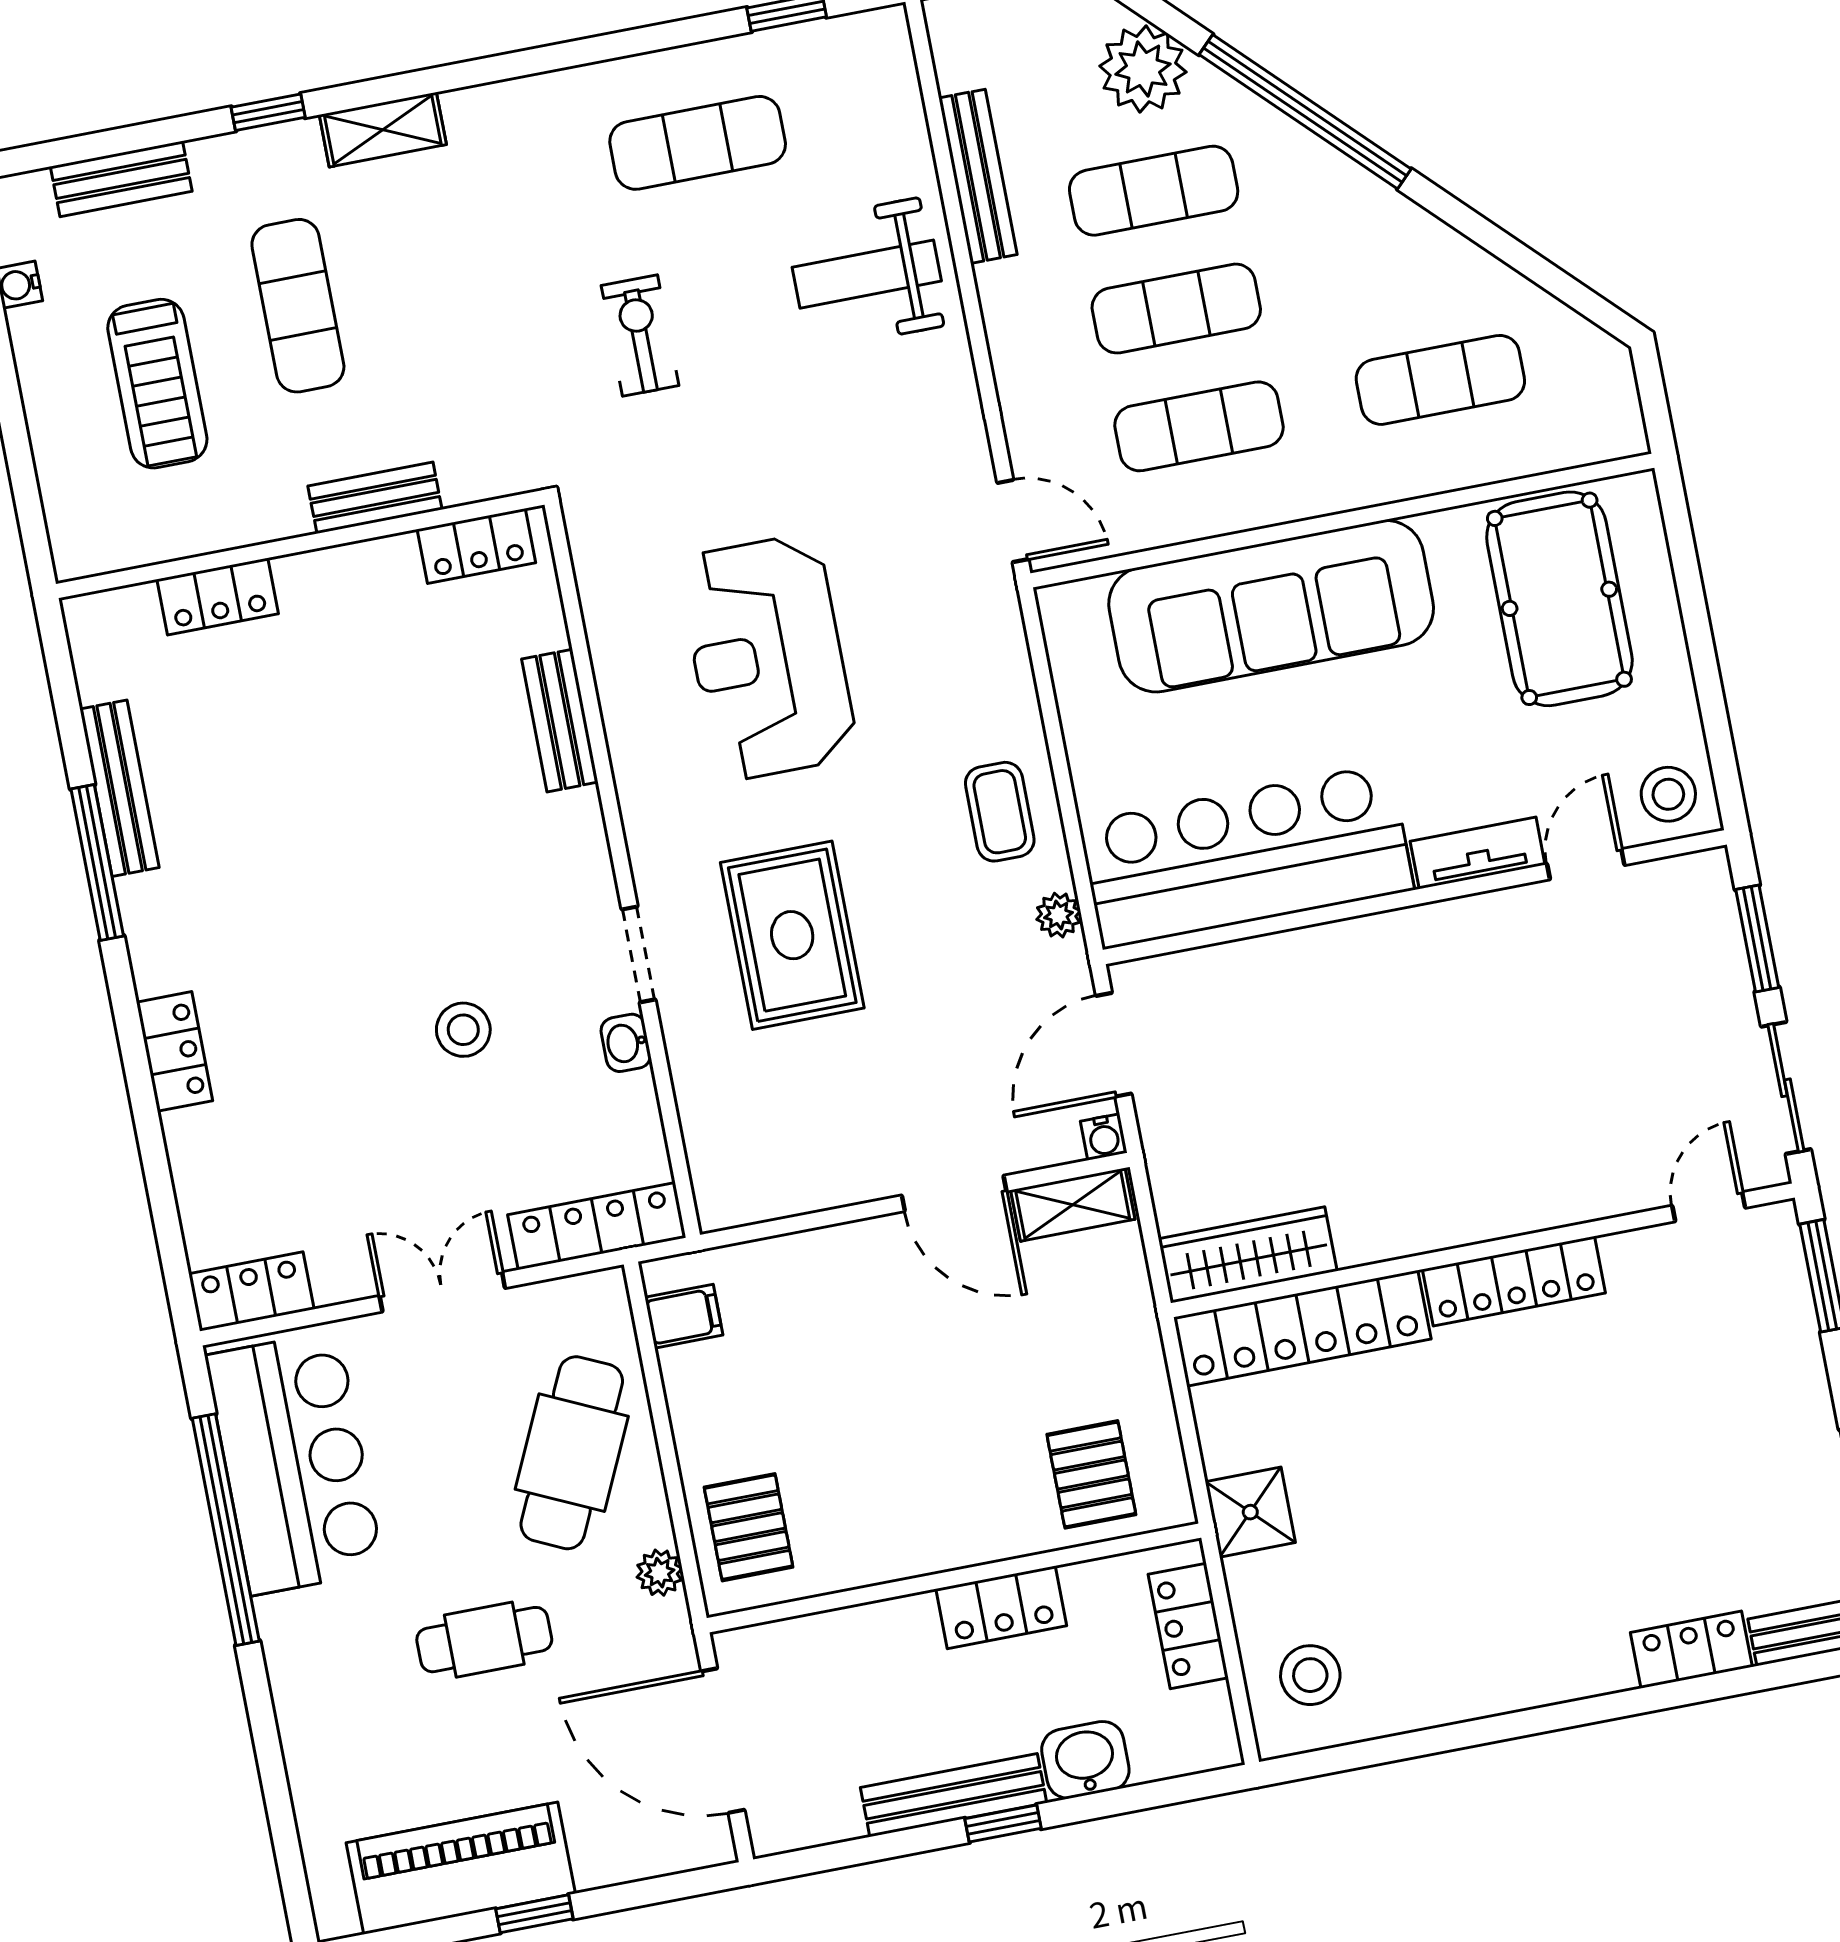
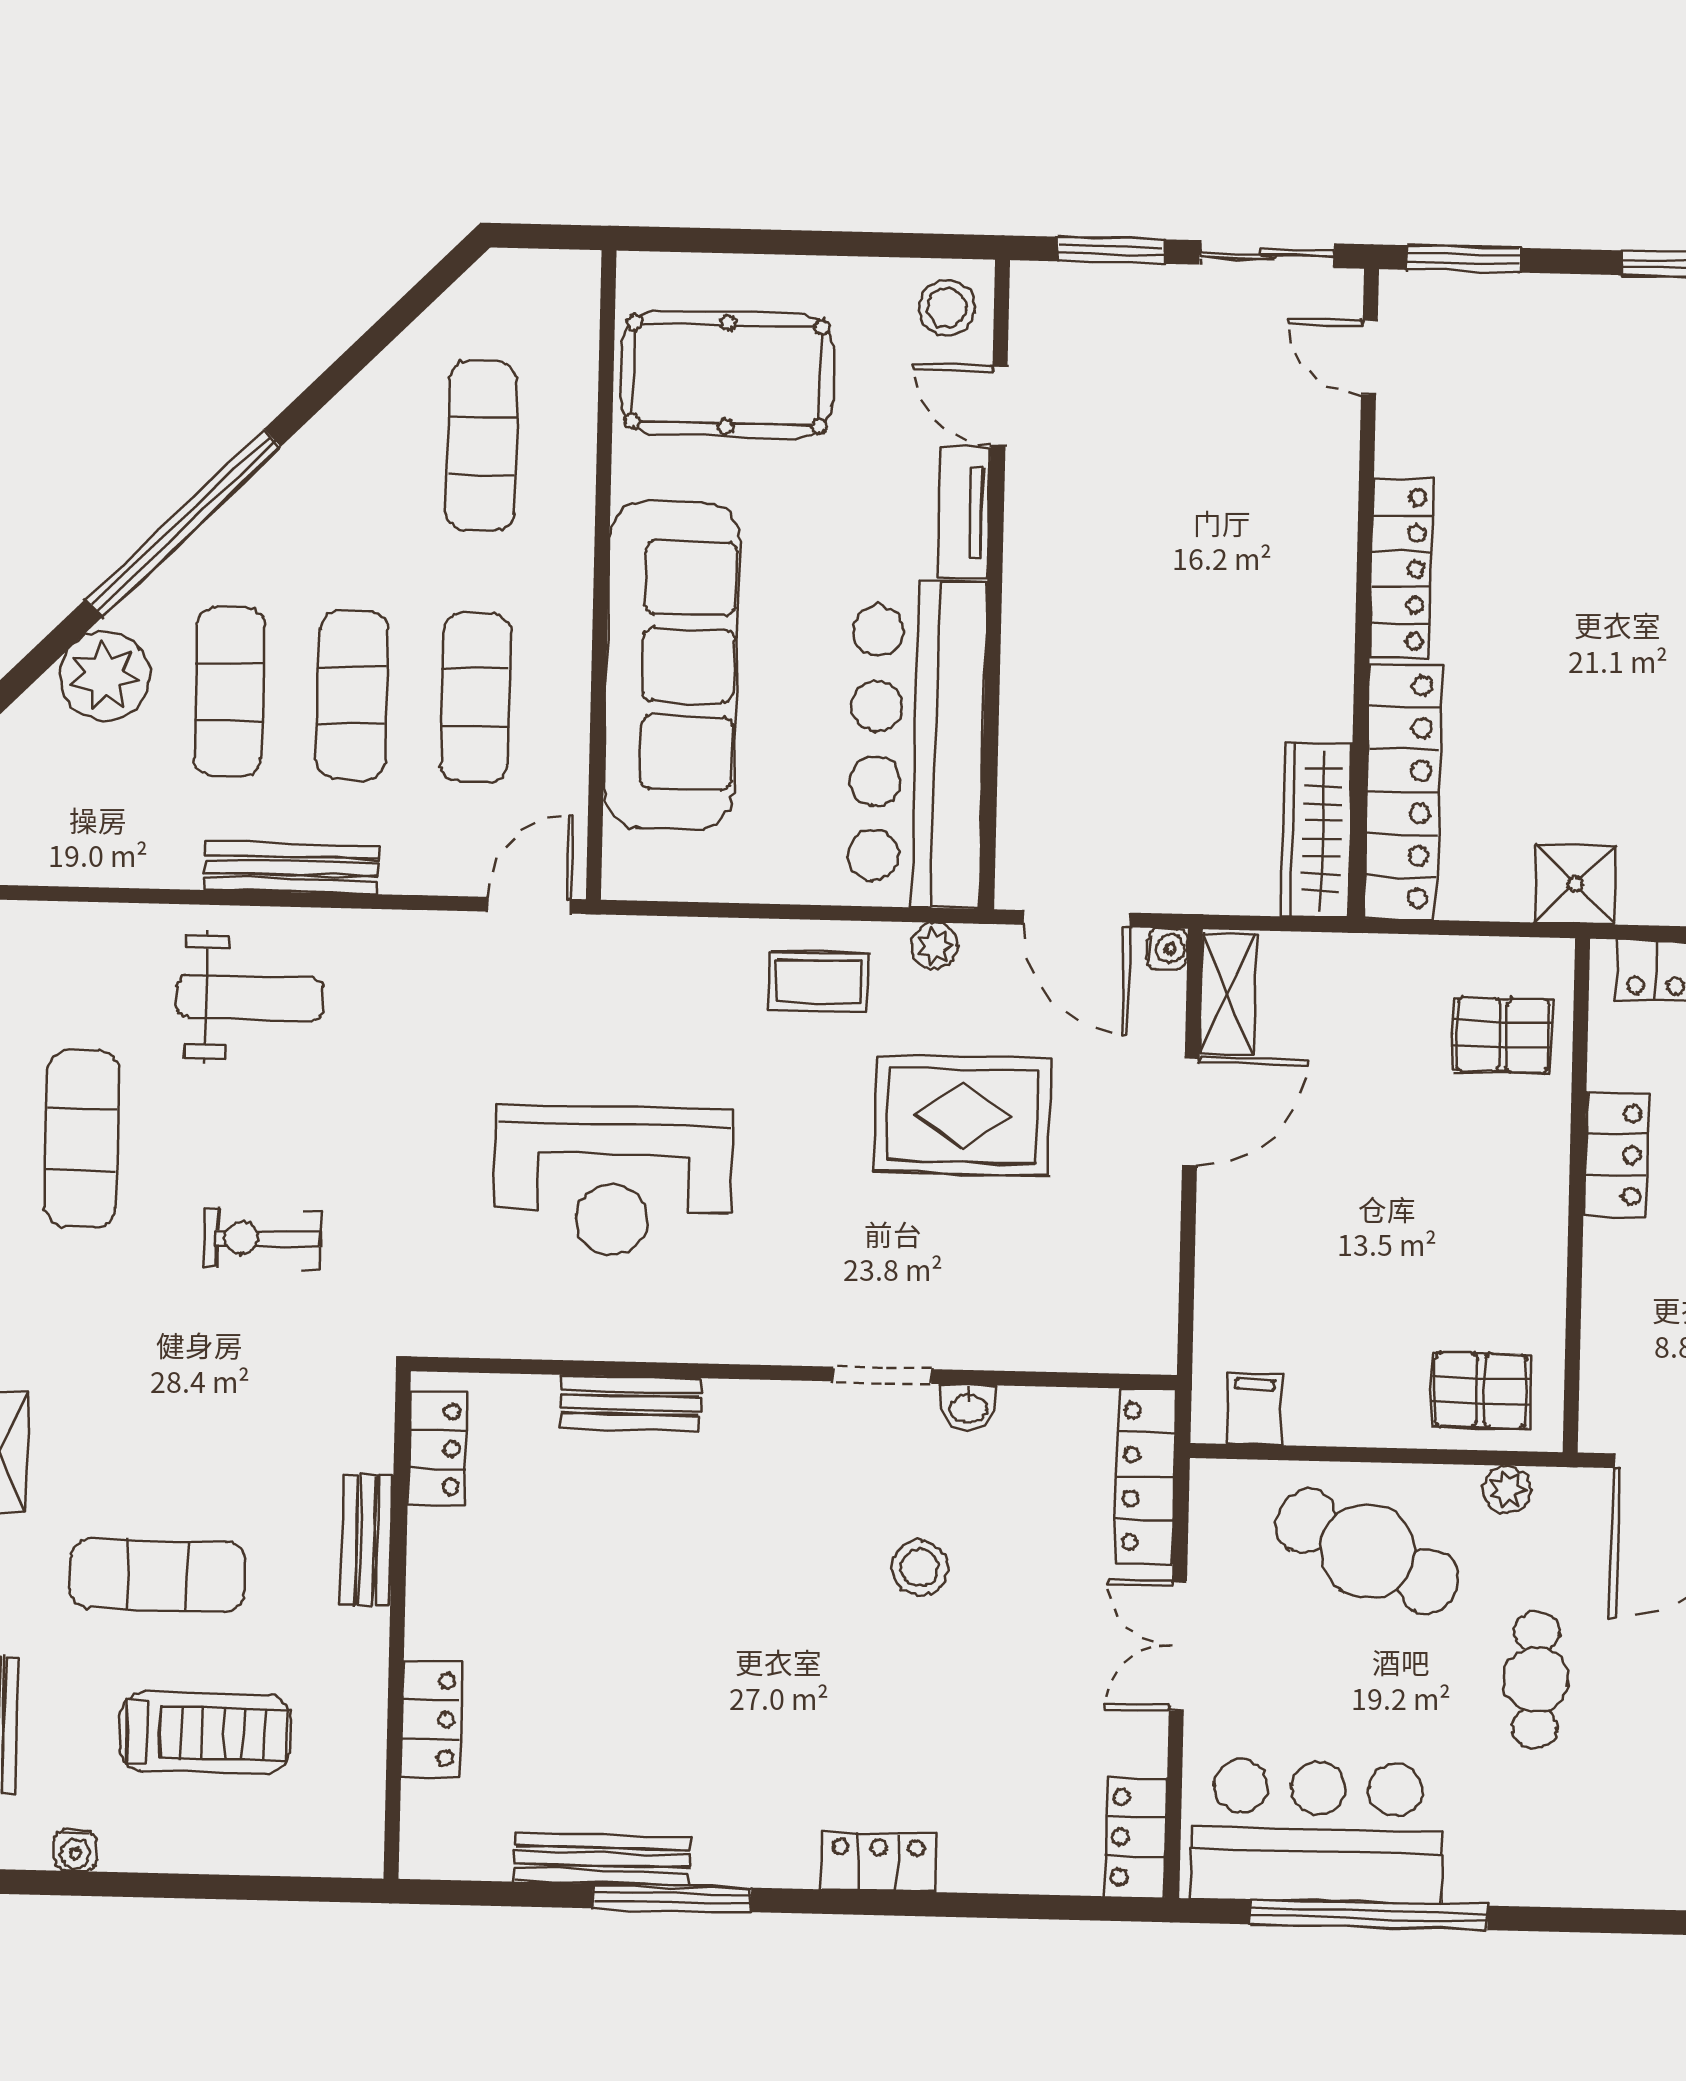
bench: (978, 176) -> (291, 868), moved
weight bench: (867, 274) -> (250, 998), turned -90
rug: (792, 935) -> (963, 1116), moved

